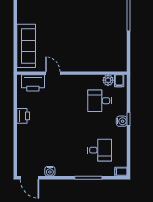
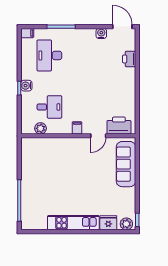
door: (53, 73) -> (98, 136), hinge flipped
filing cabinet: (119, 81) -> (77, 128), moved
printer: (23, 116) -> (129, 59), moved
desk: (100, 150) -> (49, 55), width x1.37

